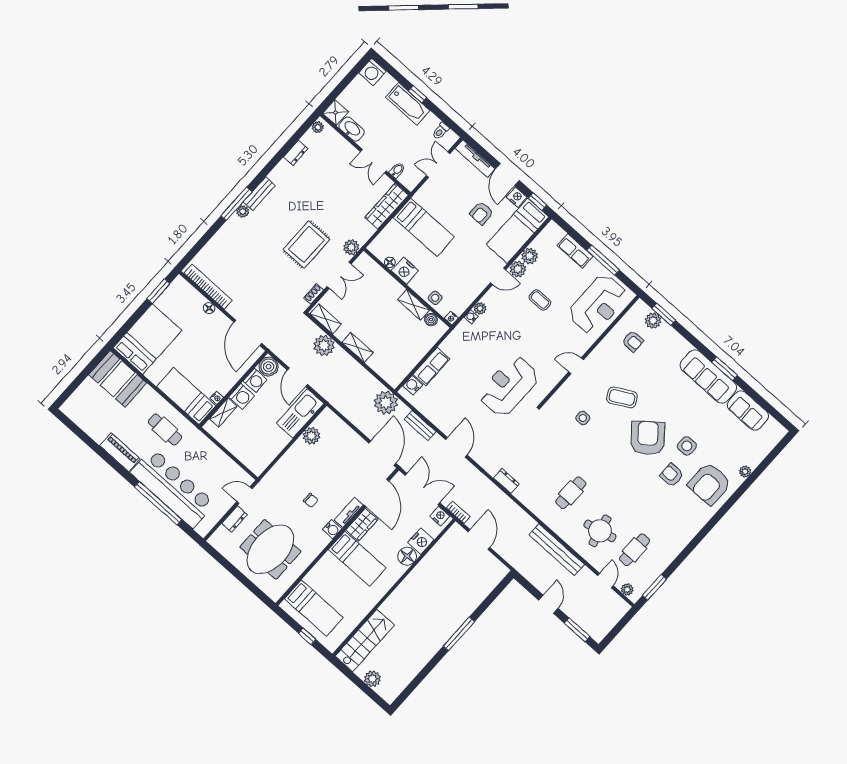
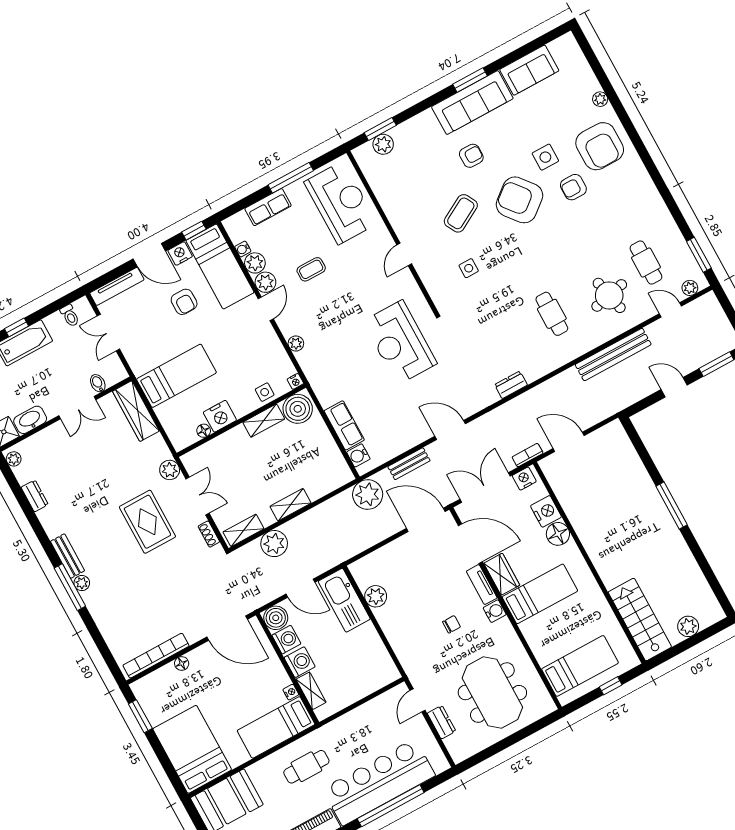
water cooler: (471, 317) -> (243, 249), moved
boiler: (431, 320) -> (298, 409), width x1.86, depth x1.86
armchair: (633, 341) -> (471, 156), moved

